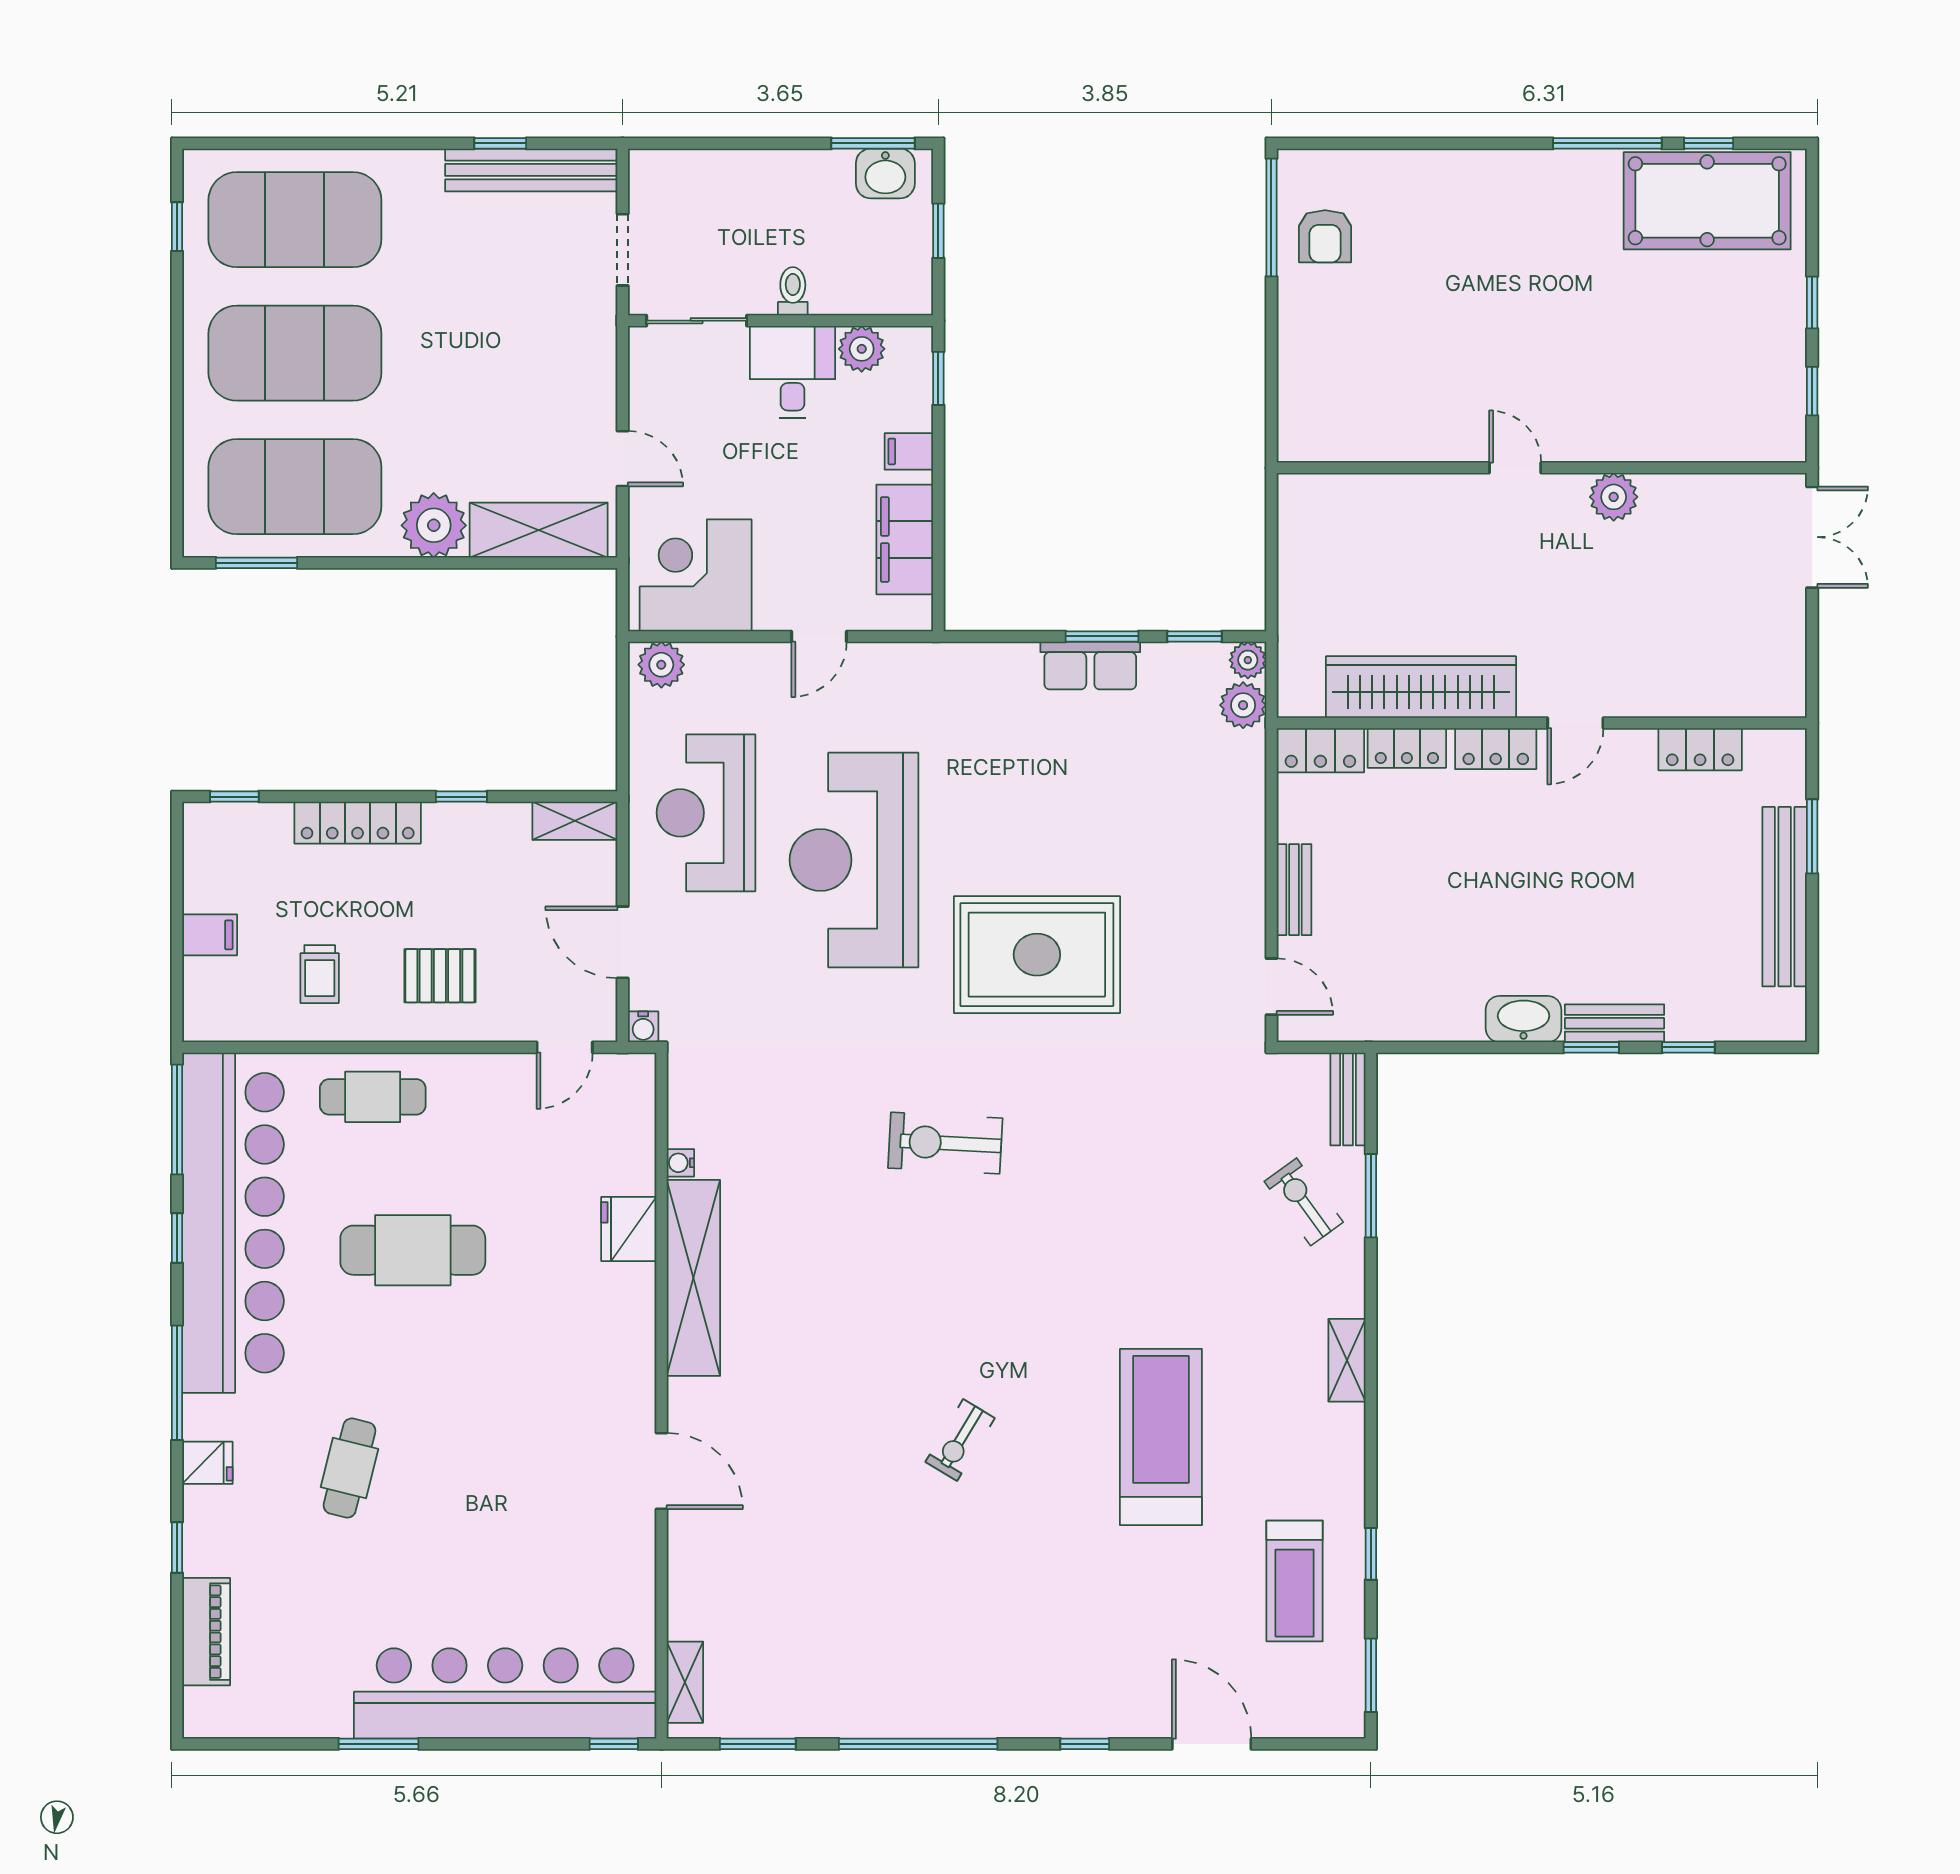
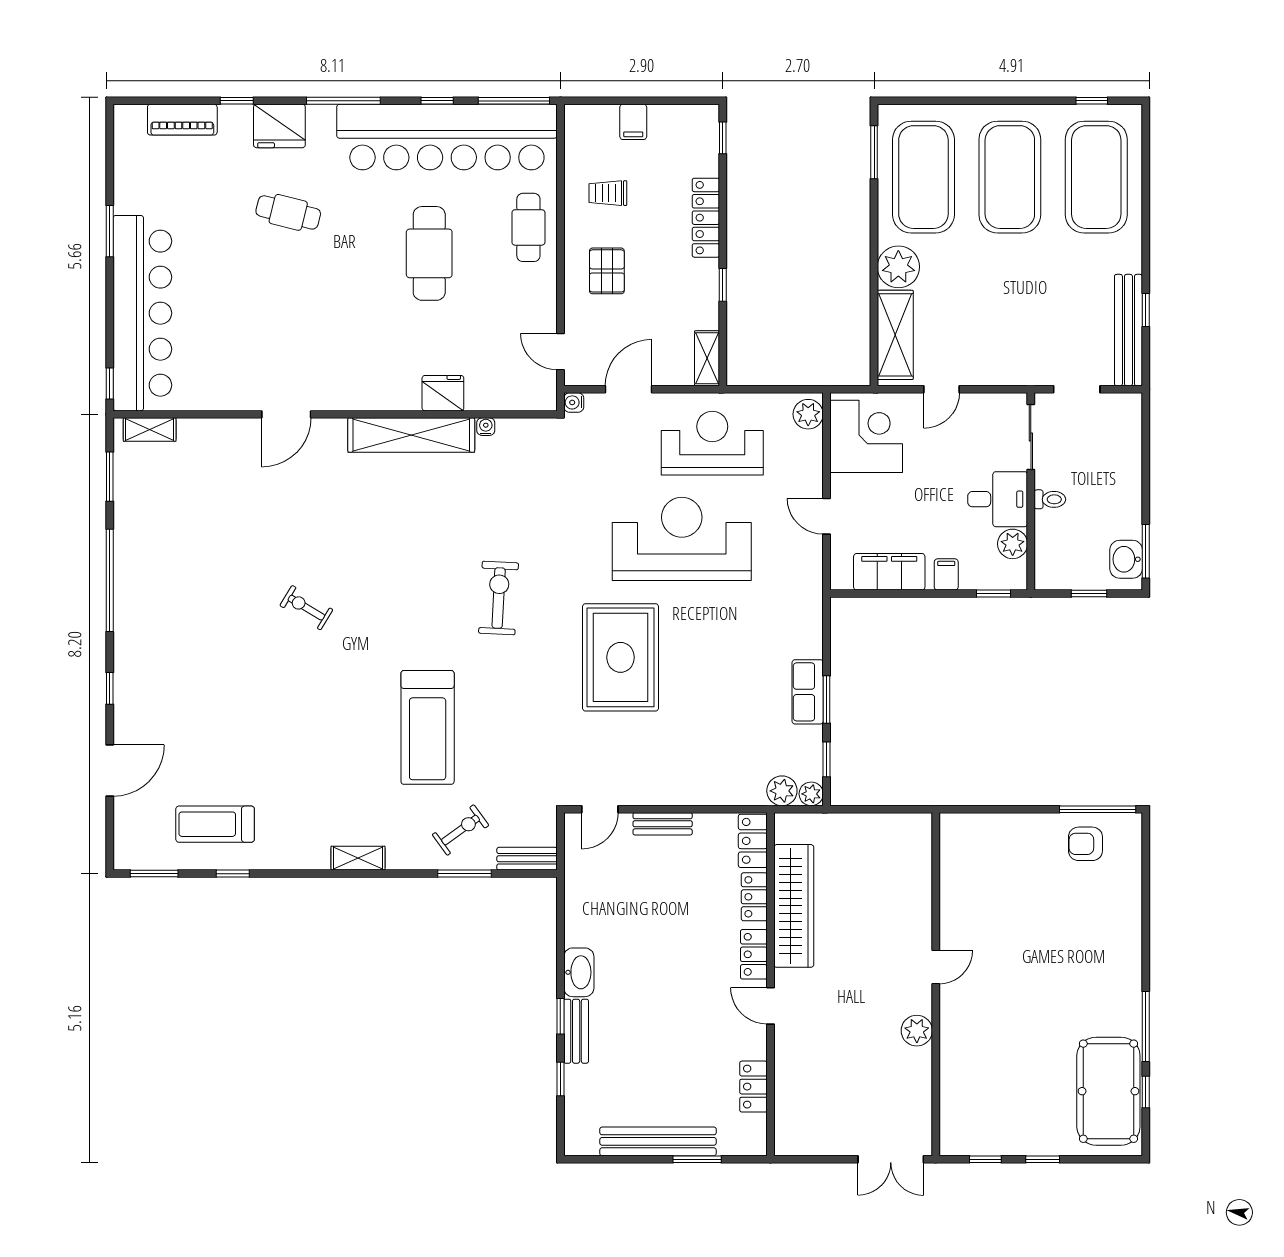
treadmill: (1161, 1437) -> (428, 727), moved, turned 90
fridge: (207, 1463) -> (279, 126), width x1.88, depth x1.34

